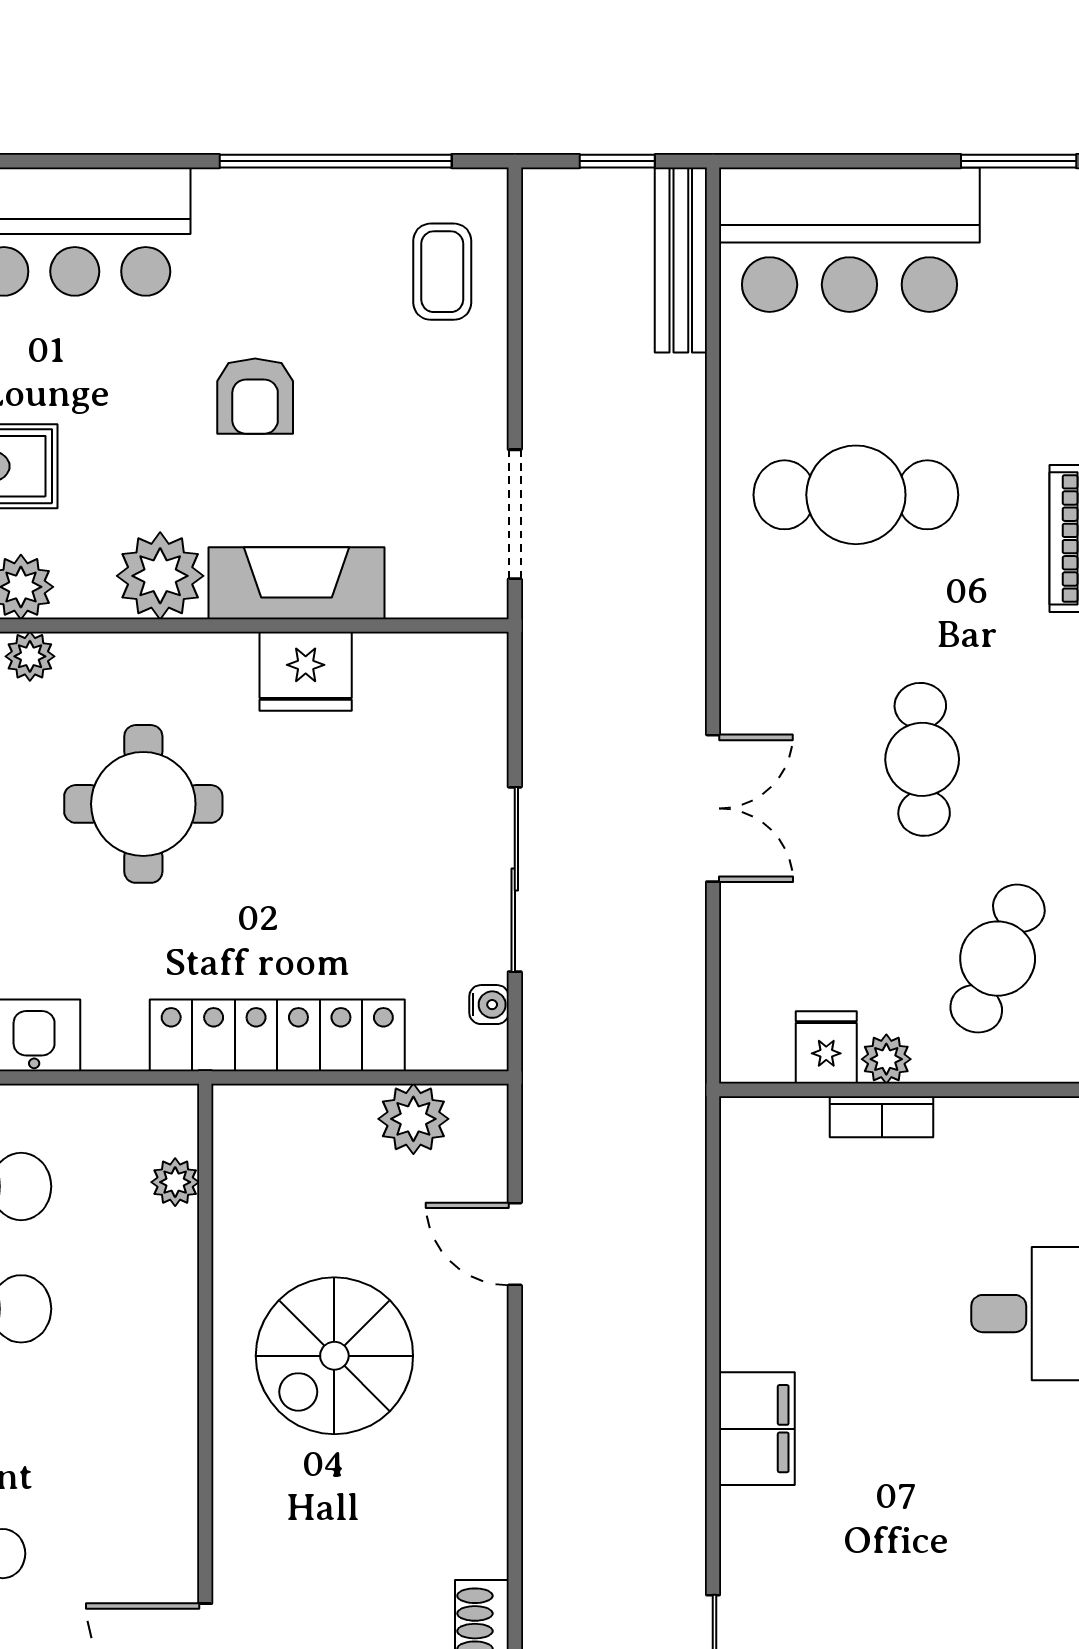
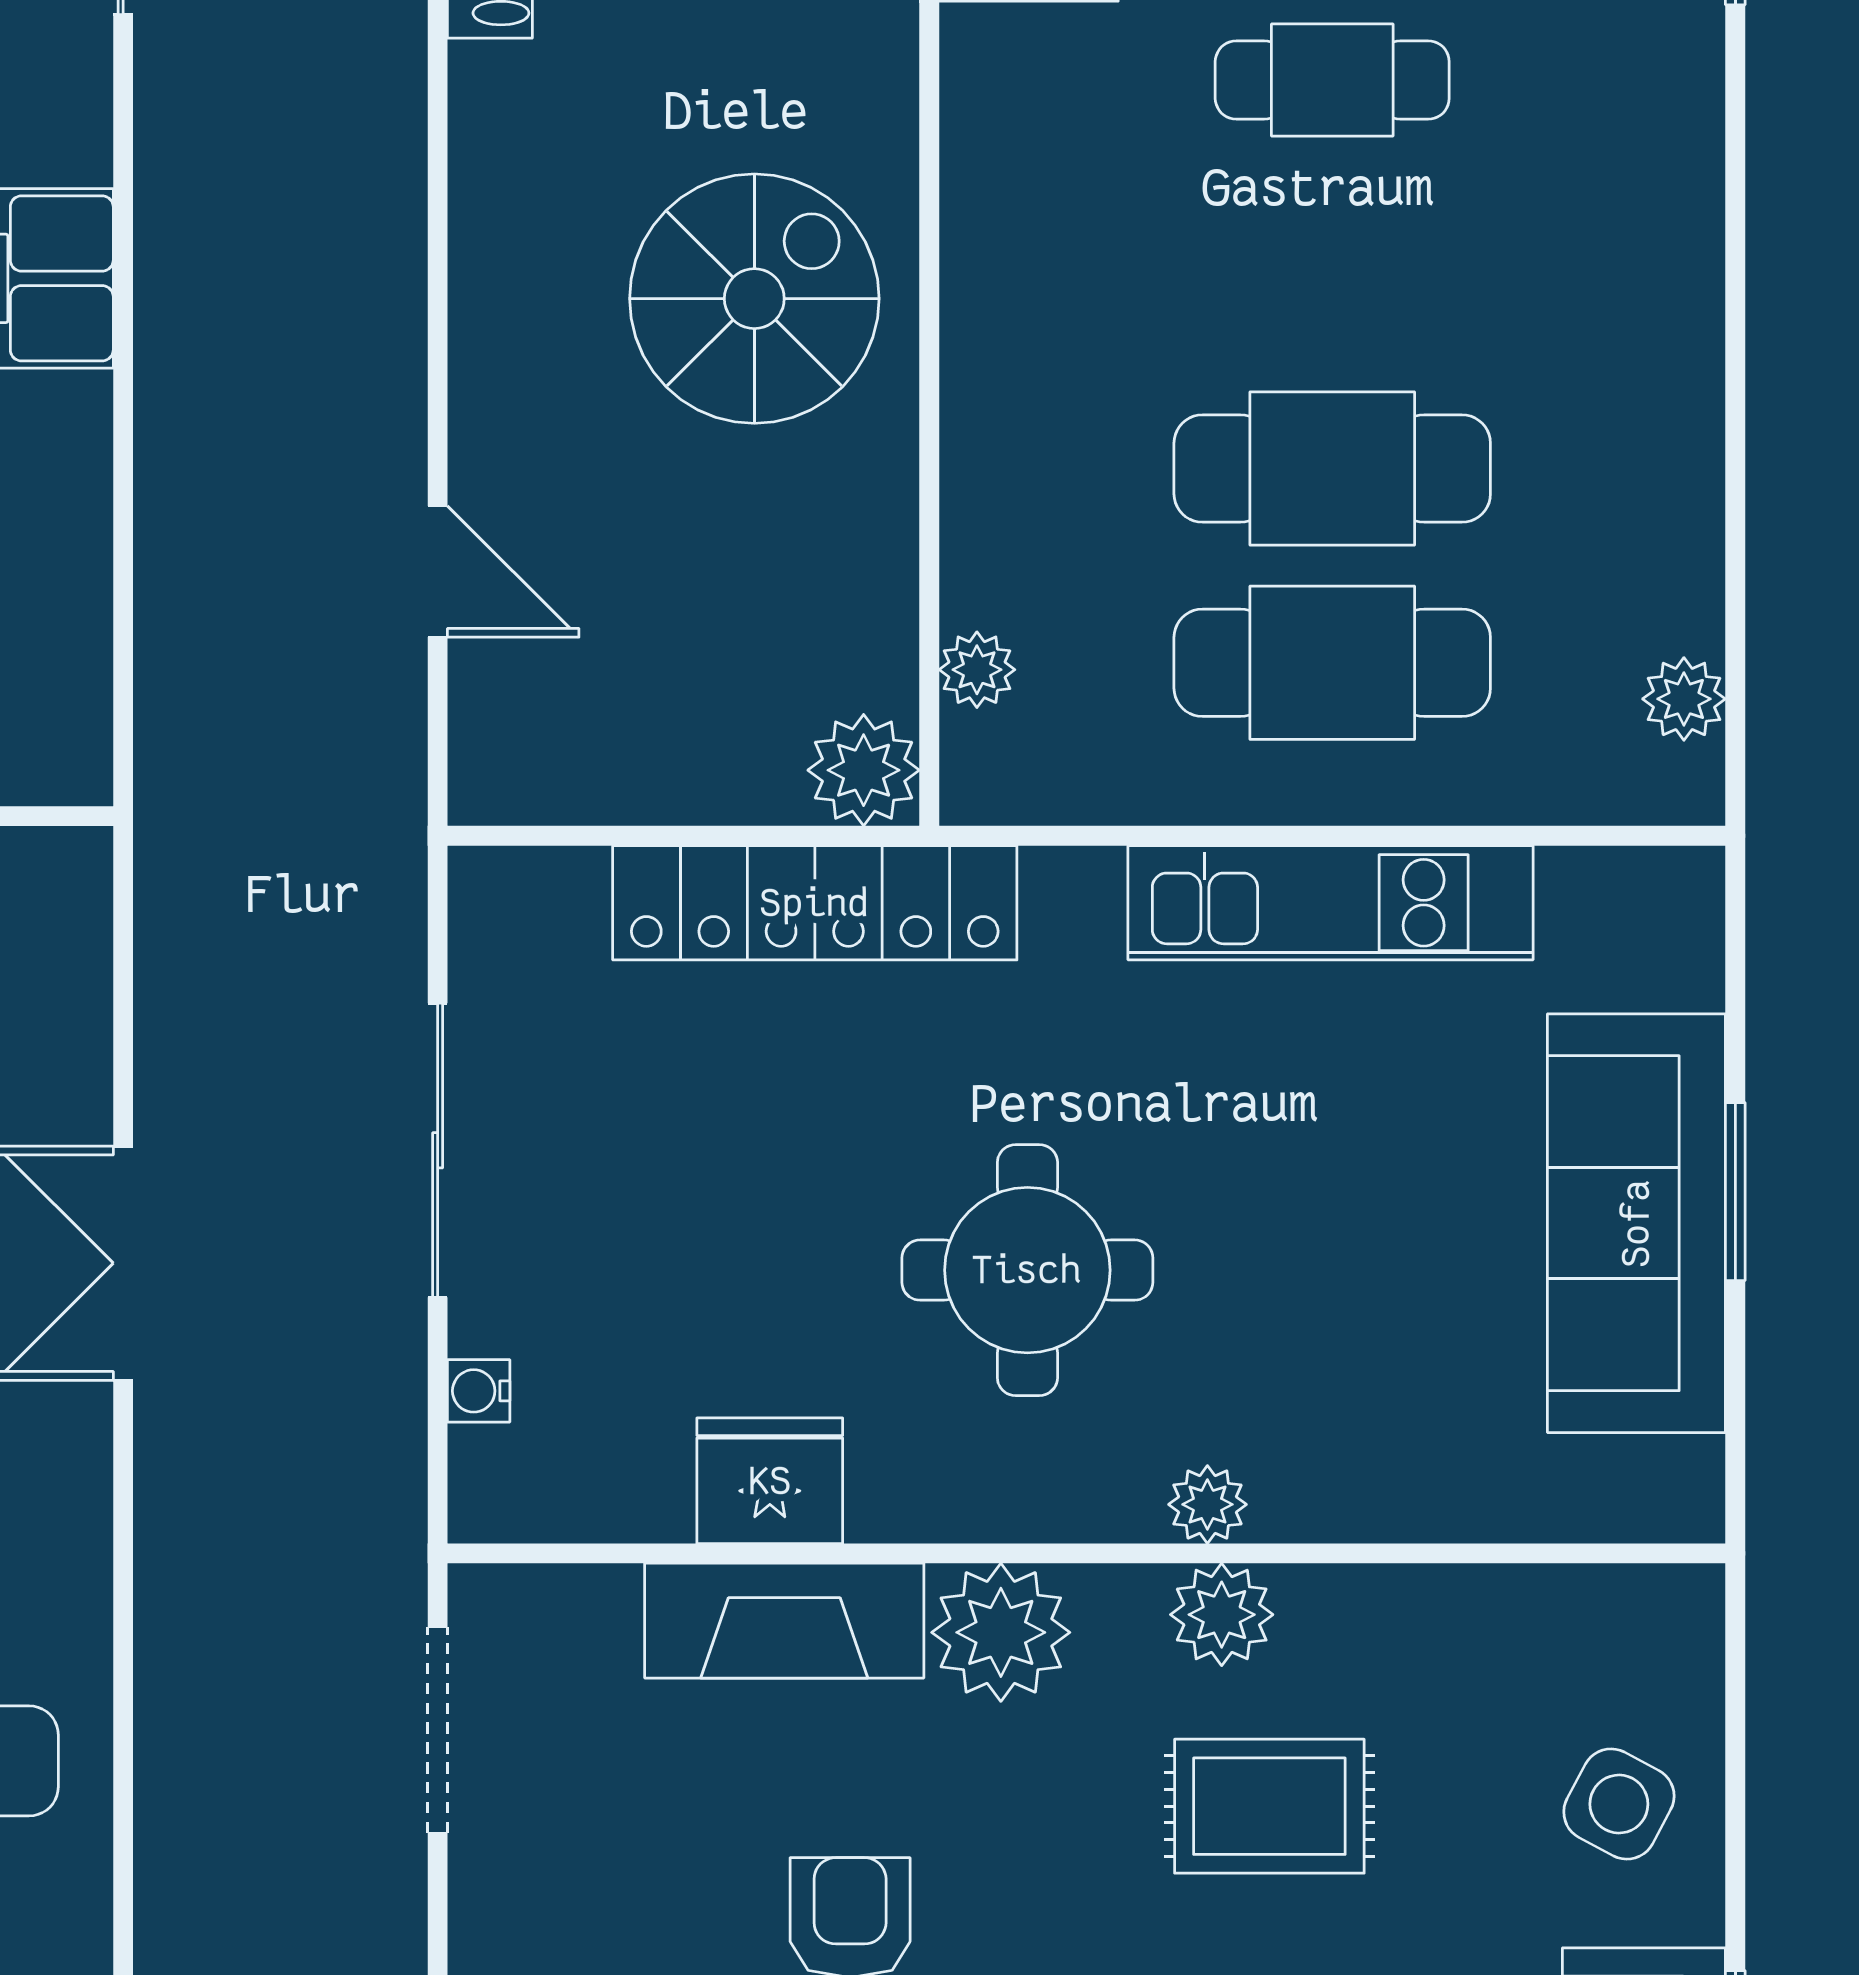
water cooler: (489, 1005) -> (479, 1391), moved
plant: (413, 1119) -> (864, 770), moved
spiral stairs: (334, 1356) -> (754, 299), moved

